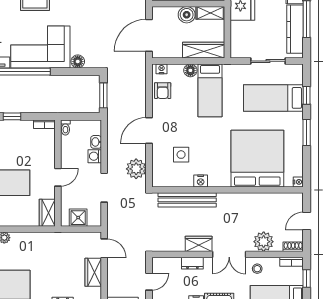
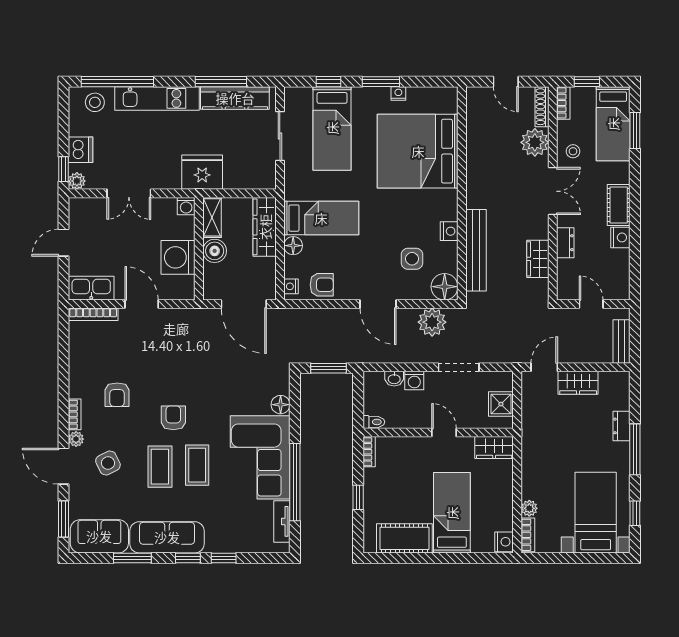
floor lamp: (161, 178) -> (445, 287), added
nightstand: (298, 182) -> (398, 93), moved
wardrobe: (199, 244) -> (538, 259), moved
shoe rack: (293, 247) -> (542, 107), width x1.43

